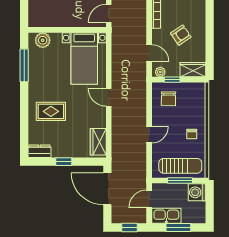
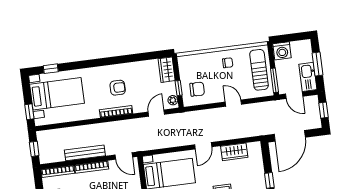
armchair: (181, 35) -> (118, 88), moved, turned 124
wardrobe: (98, 142) -> (234, 152), moved
window: (180, 180) -> (274, 80), moved

